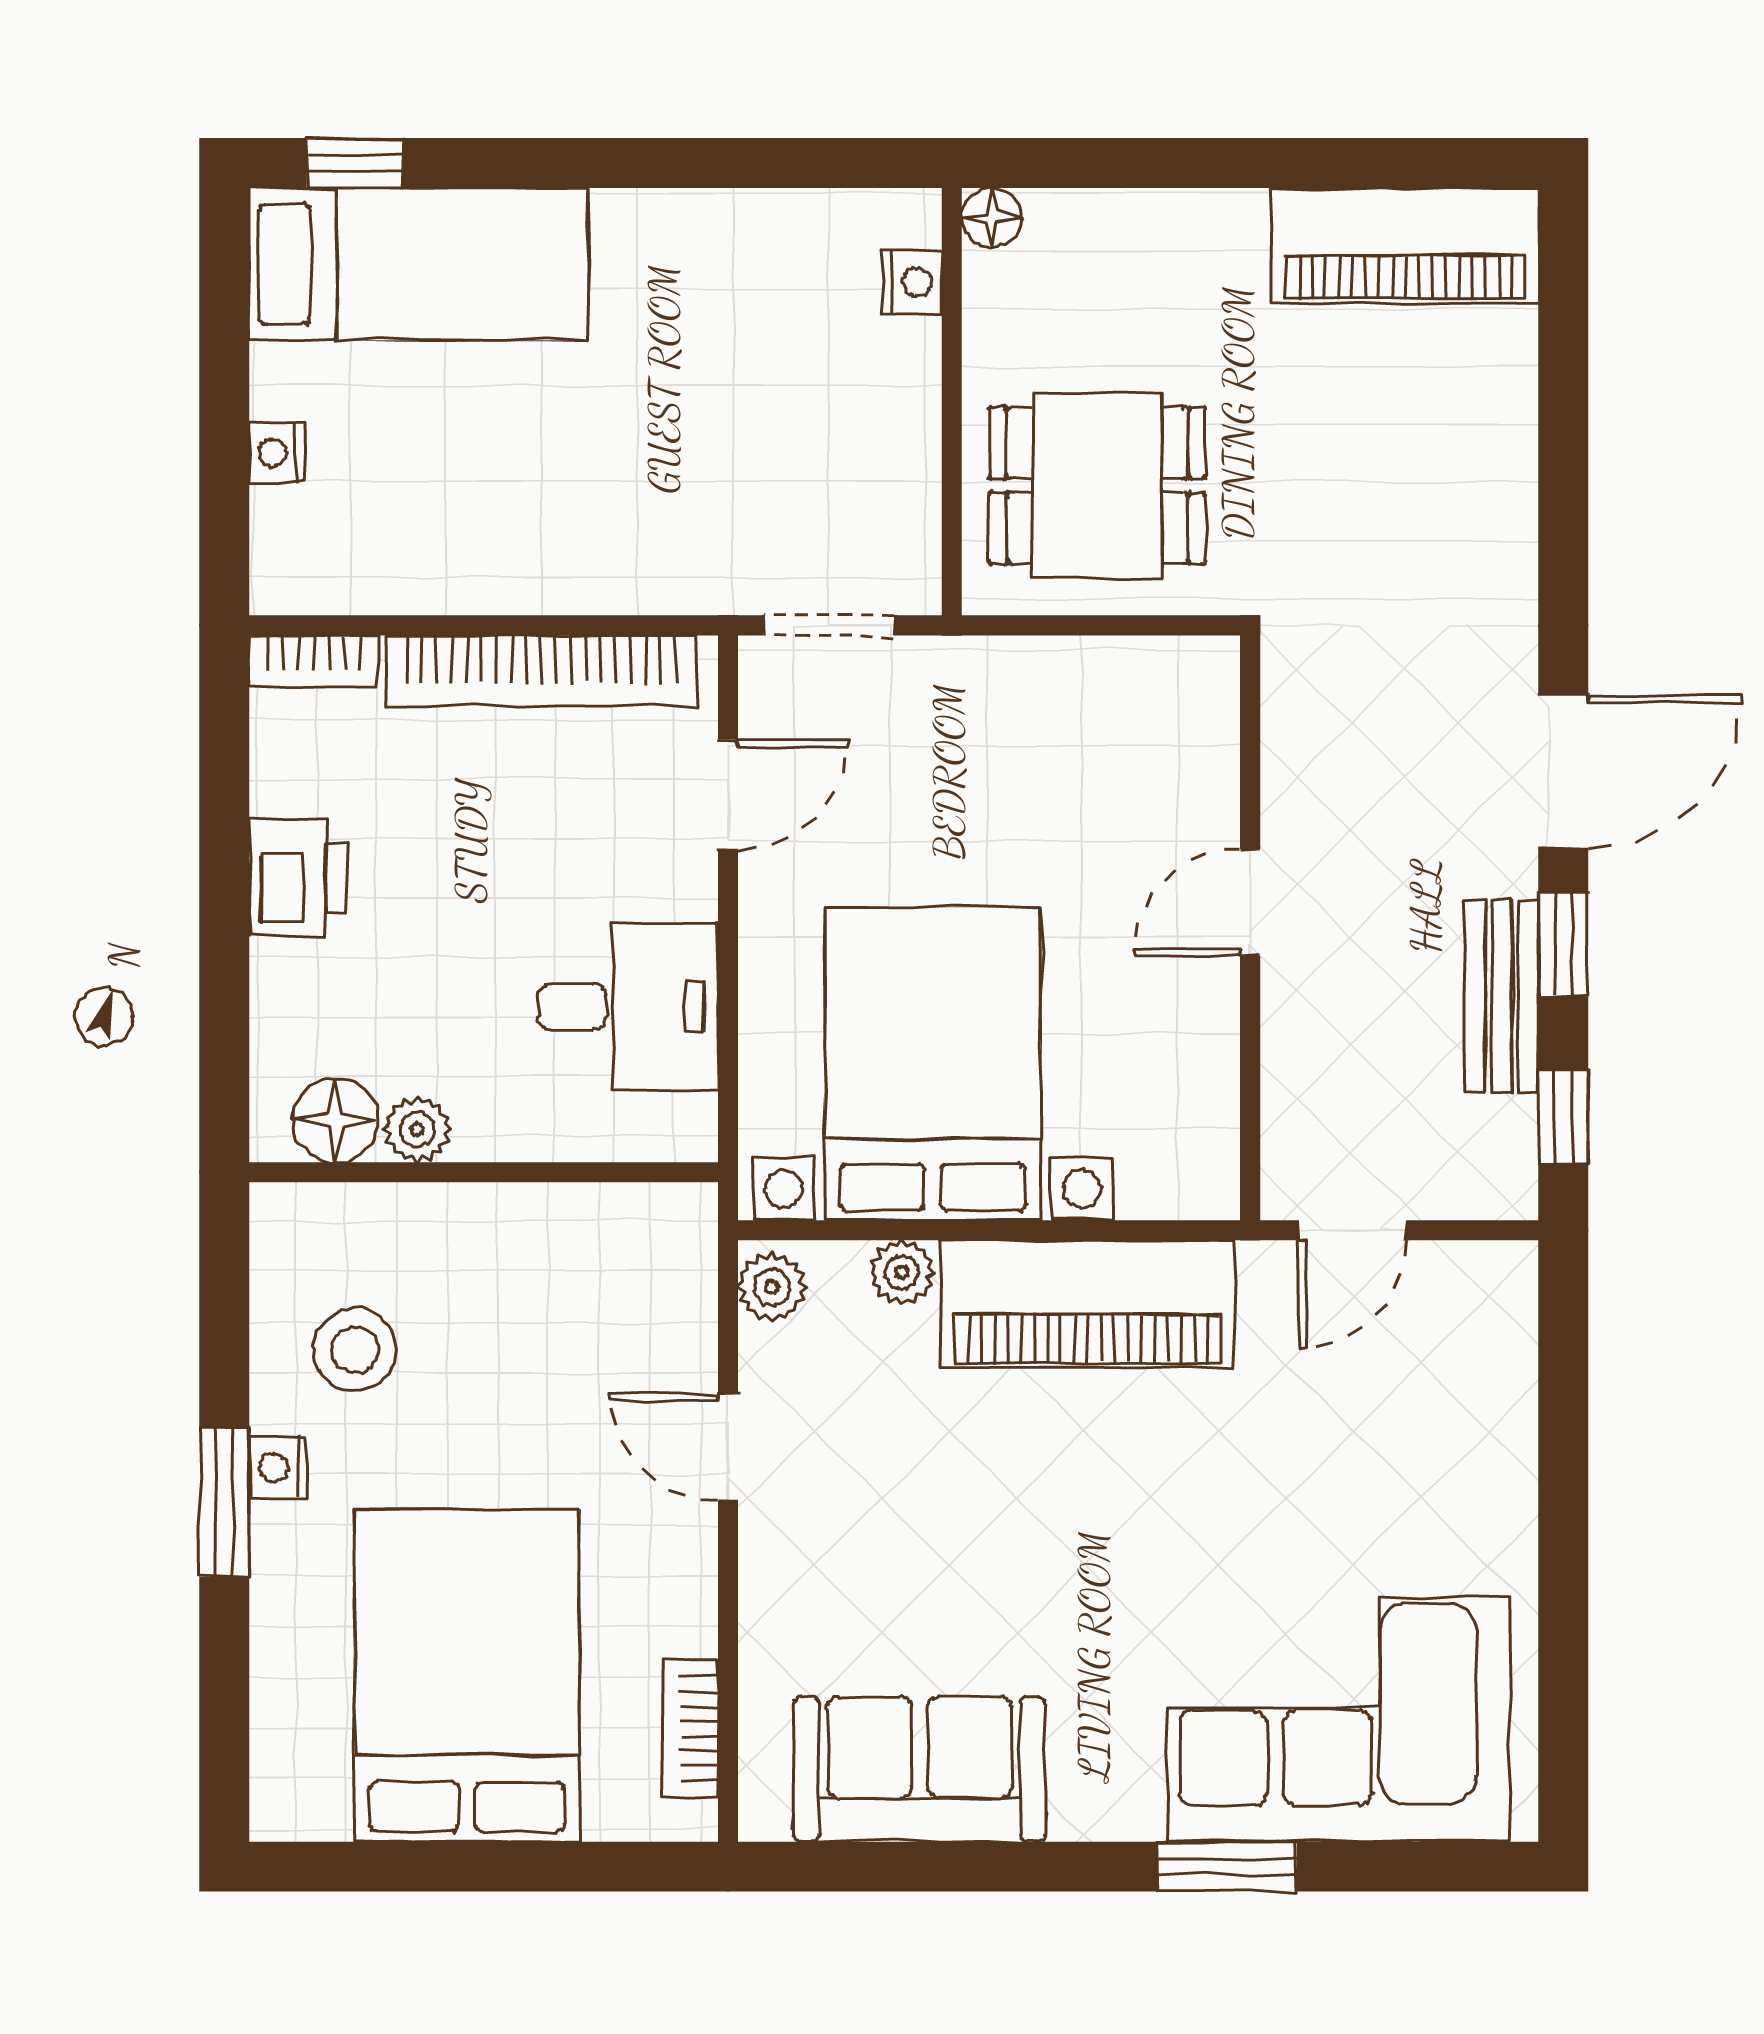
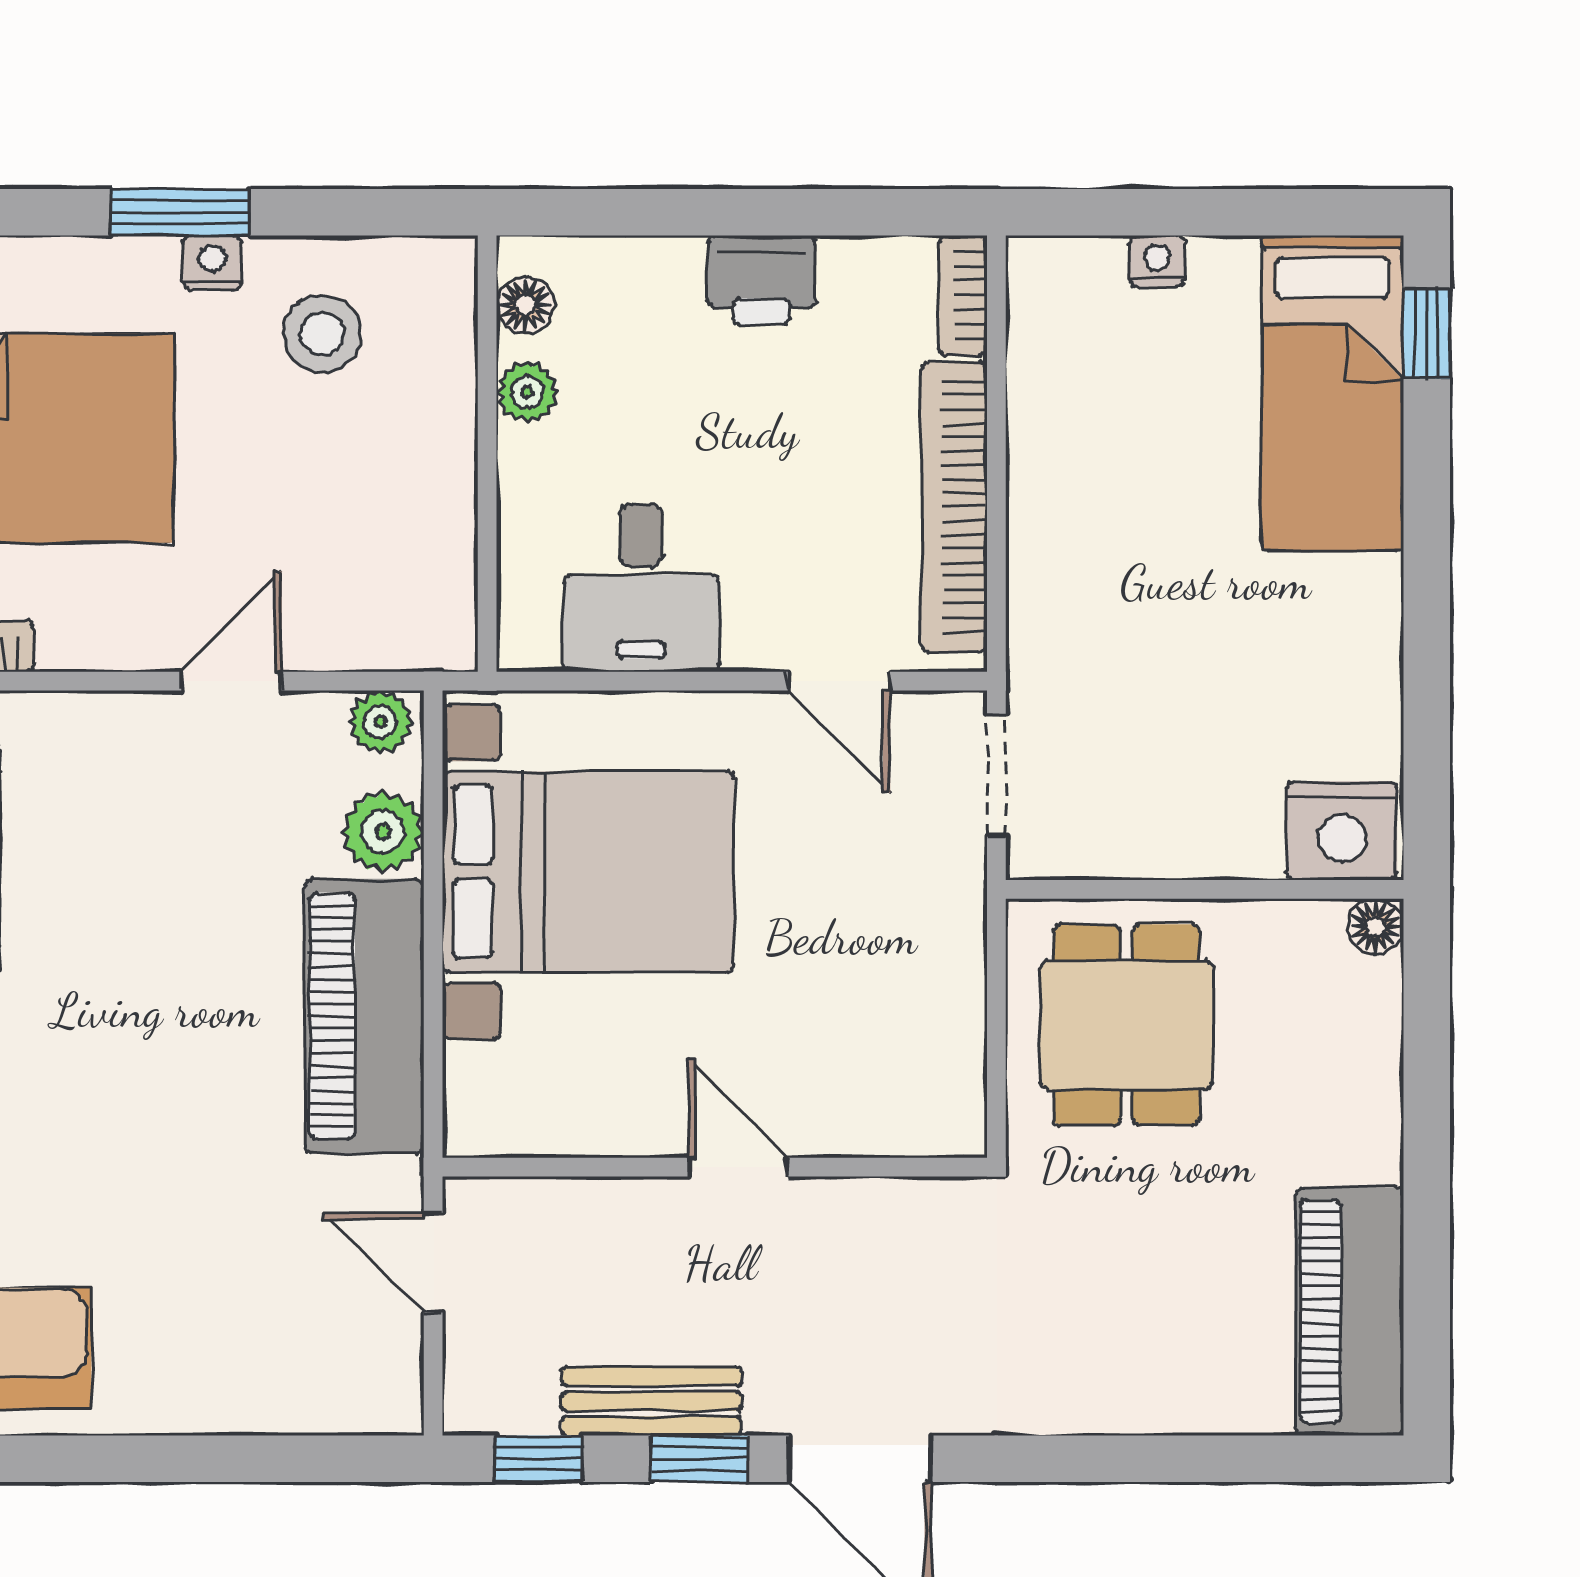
nightstand: (912, 282) -> (1342, 831), width x1.89, depth x1.79
floor lamp: (335, 1120) -> (525, 305), width x0.73, depth x0.73
plant: (902, 1272) -> (383, 832), width x1.38, depth x1.38

